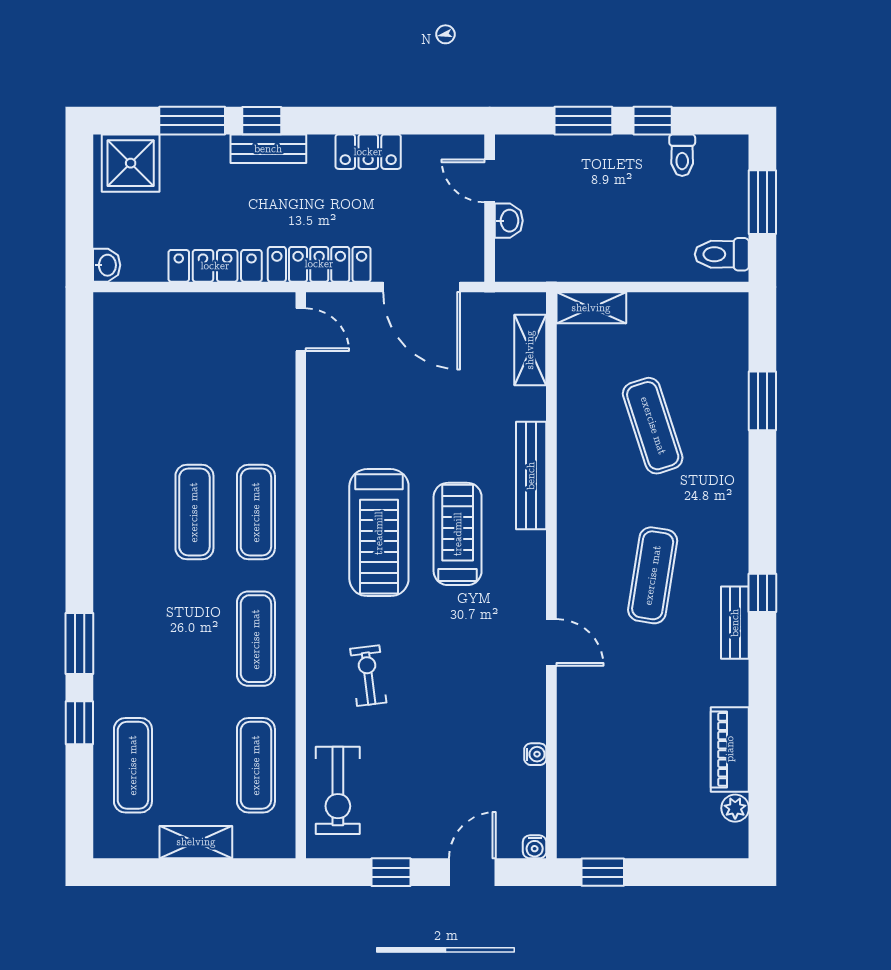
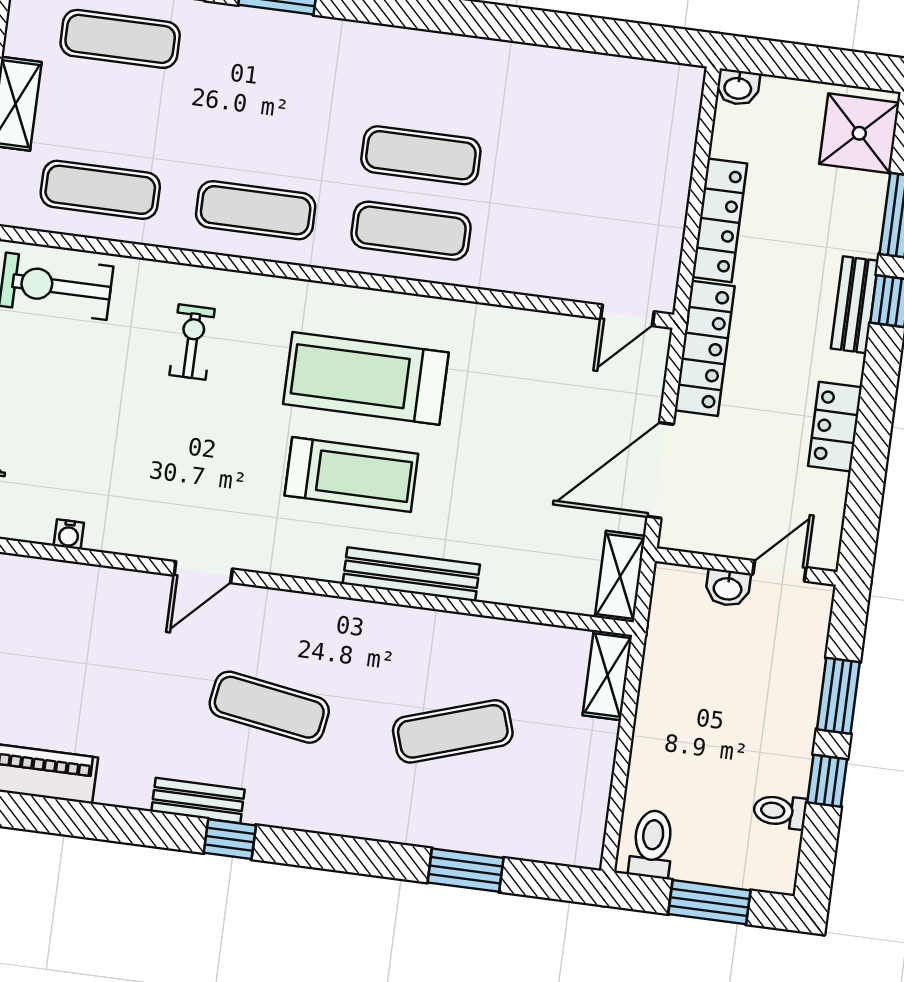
shelving: (530, 350) -> (620, 577), moved, turned 90
exercise bike: (368, 676) -> (192, 342), turned -83

